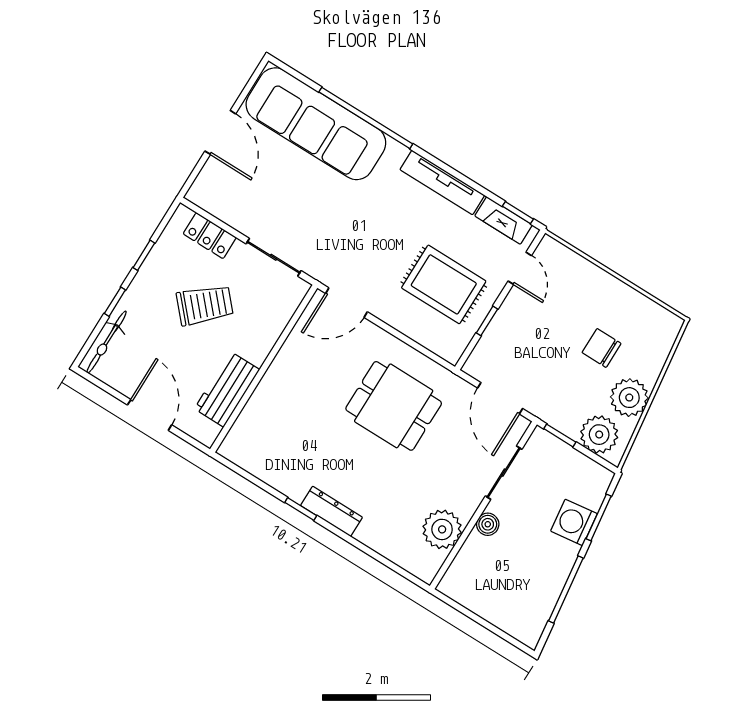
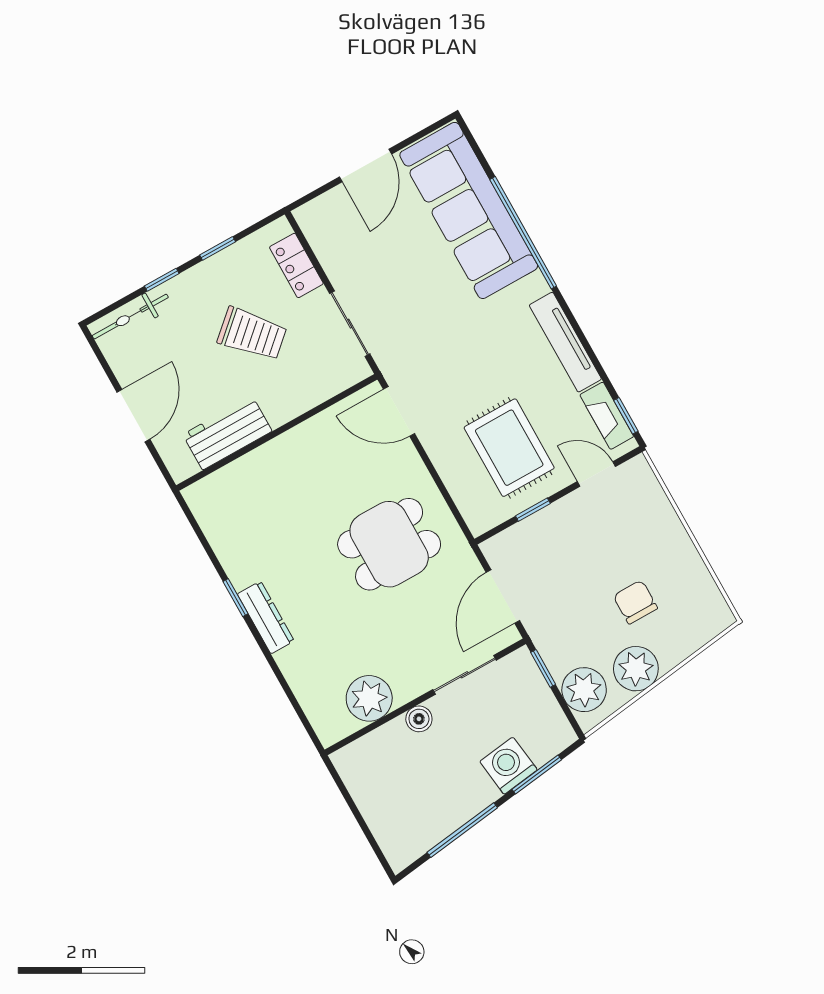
door: (520, 268) -> (596, 474), swing flipped
dining table: (394, 406) -> (389, 544), turned 90

